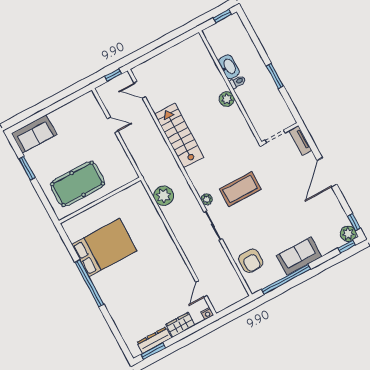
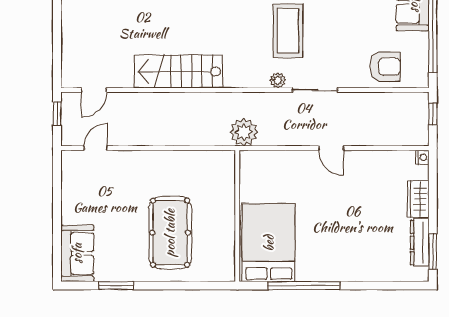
door: (113, 125) -> (96, 148), moved
wall: (100, 200) -> (237, 216), moved
door: (201, 289) -> (331, 148), moved
window: (237, 306) -> (433, 114), added

